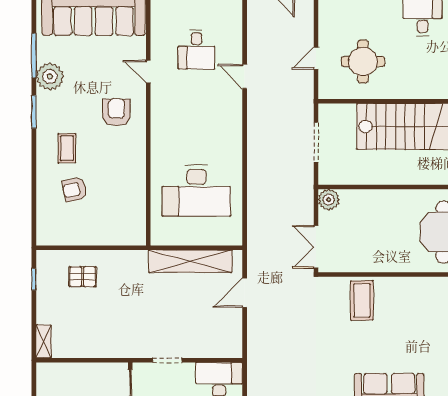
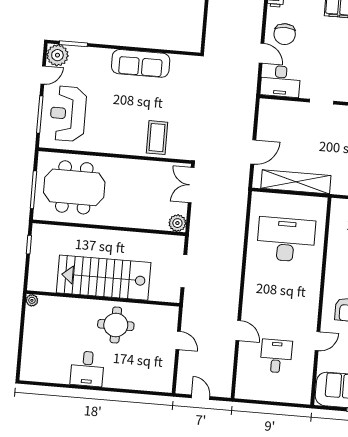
door: (316, 58) -> (178, 340), hinge flipped
round table: (363, 62) -> (116, 325), moved
door: (148, 72) -> (318, 341), hinge flipped
double door: (316, 247) -> (191, 185), swing flipped

